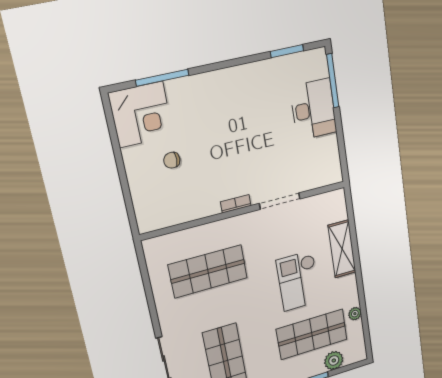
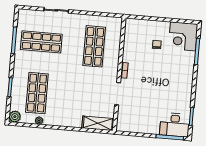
desk: (313, 109) -> (175, 125), moved
shelving: (342, 249) -> (98, 123), moved
checkout: (298, 281) -> (71, 93), removed
plant: (334, 360) -> (15, 117), moved

